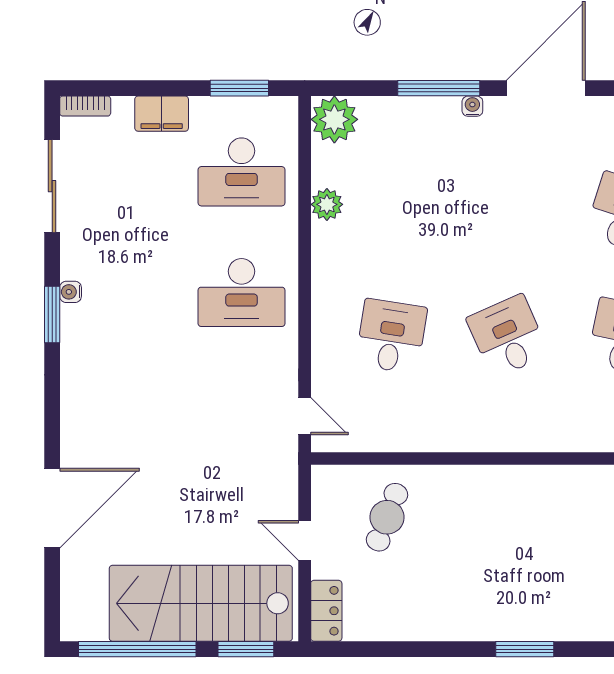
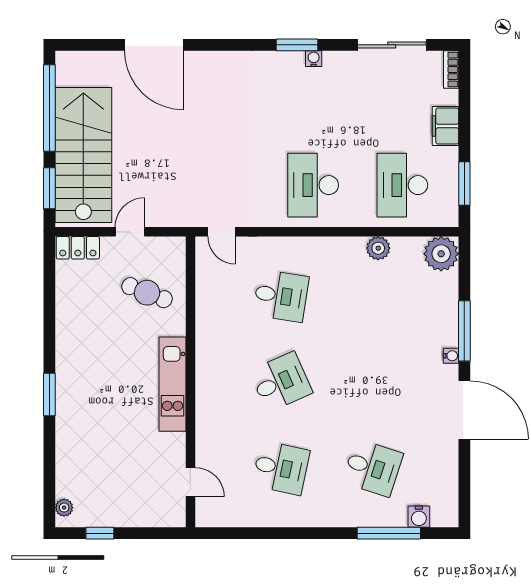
door: (305, 416) -> (222, 232), hinge flipped
kitchen unit: (511, 483) -> (173, 384), added

